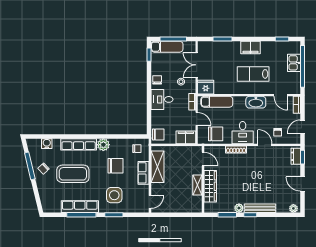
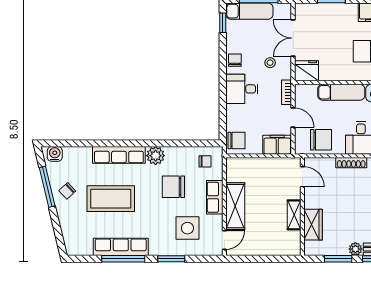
exam couch: (217, 102) -> (341, 92), moved
water cooler: (47, 144) -> (55, 154), moved
chair: (115, 166) -> (173, 187), turned 180
shelving: (157, 167) -> (235, 206), moved
wardrobe: (210, 186) -> (313, 225), width x0.67
side table: (114, 195) -> (187, 228), moved

